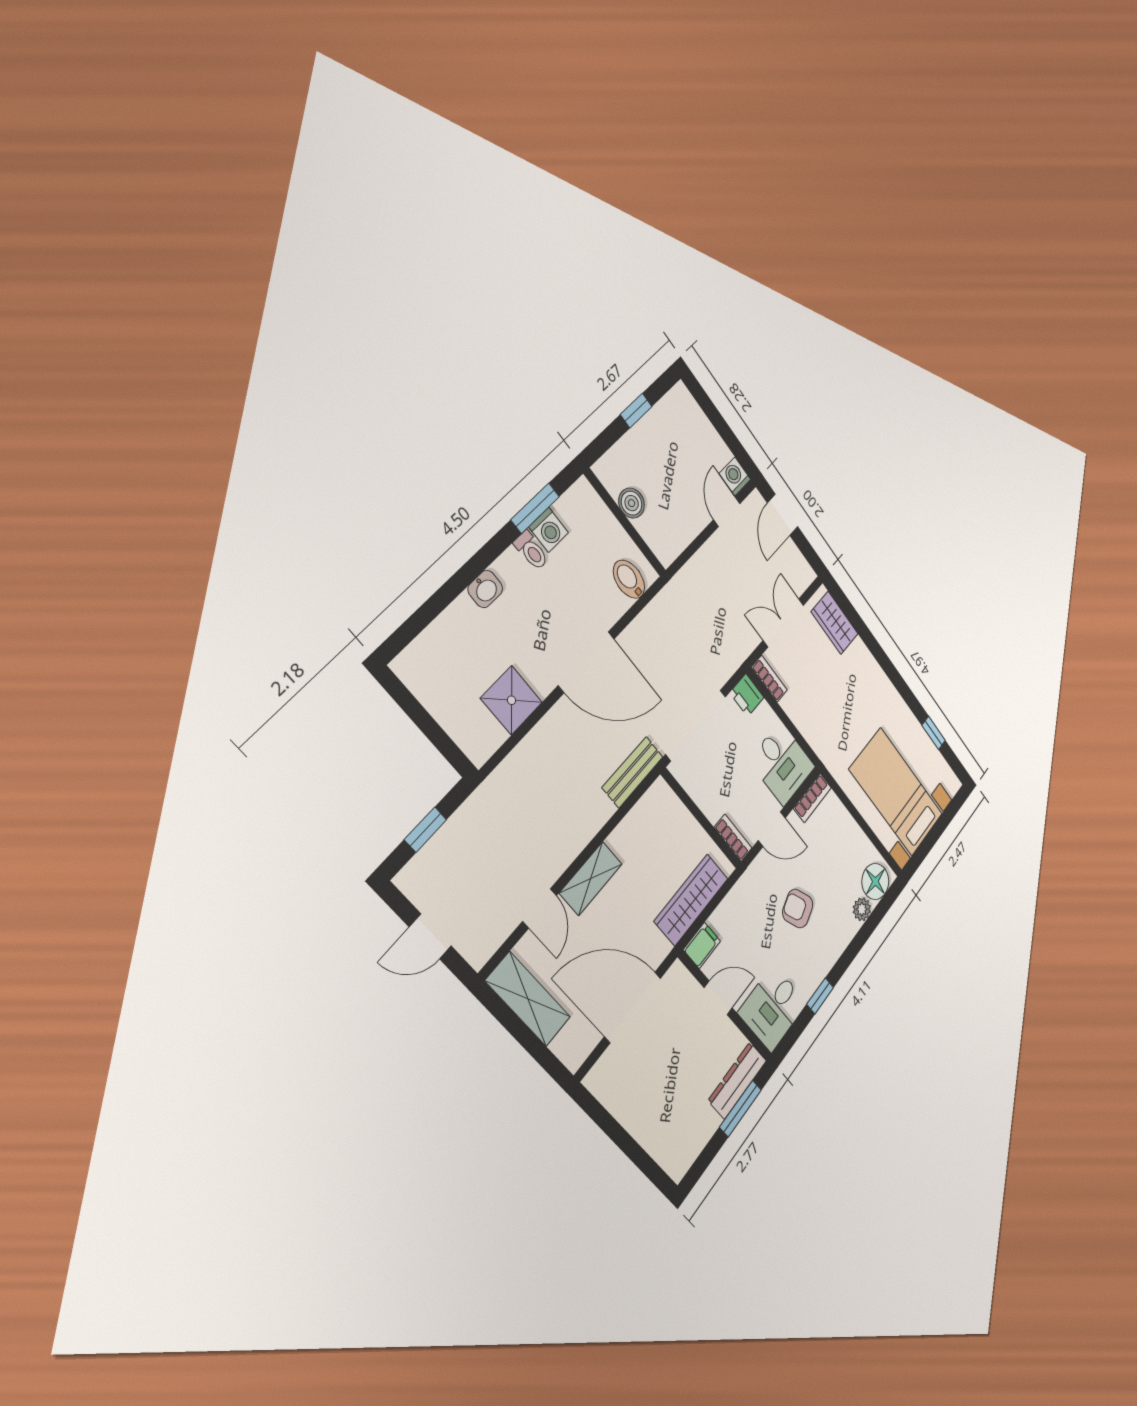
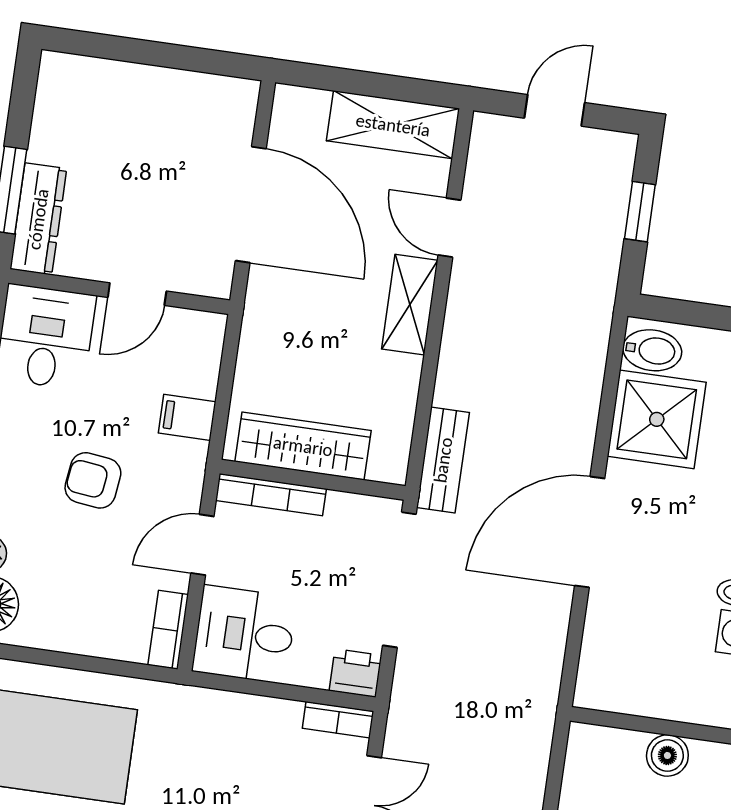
bidet: (629, 579) -> (652, 350), moved
shower: (511, 700) -> (657, 419), width x1.36, depth x1.36
bookcase: (733, 838) -> (271, 495), width x1.56
wardrobe: (691, 900) -> (303, 446), moved, turned -90
armchair: (798, 909) -> (93, 480), turned -153
filing cabinet: (702, 945) -> (187, 417), moved, turned 90
door: (633, 1007) -> (251, 205), hinge flipped

